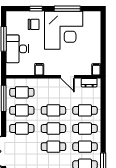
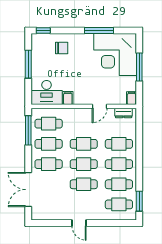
window: (36, 9) -> (43, 30), moved
corner desk: (64, 30) -> (115, 54), moved, turned 90
window: (103, 42) -> (139, 67), added
desk: (17, 49) -> (47, 92), moved, turned -90
door: (68, 77) -> (100, 106), hinge flipped

